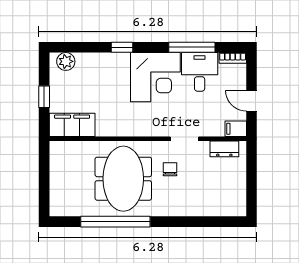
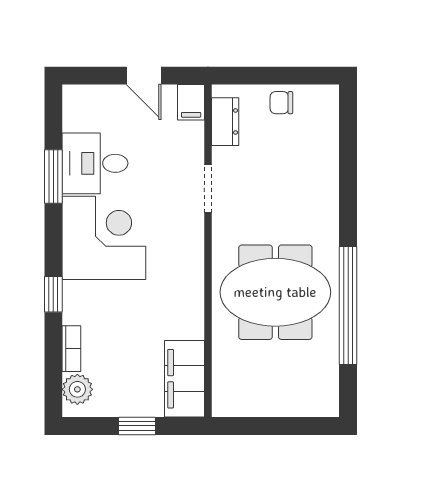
window: (192, 47) -> (53, 176), width x0.69
bookcase: (233, 58) -> (71, 349), moved
door: (252, 101) -> (144, 76), hinge flipped
chair: (170, 169) -> (281, 103), moved

